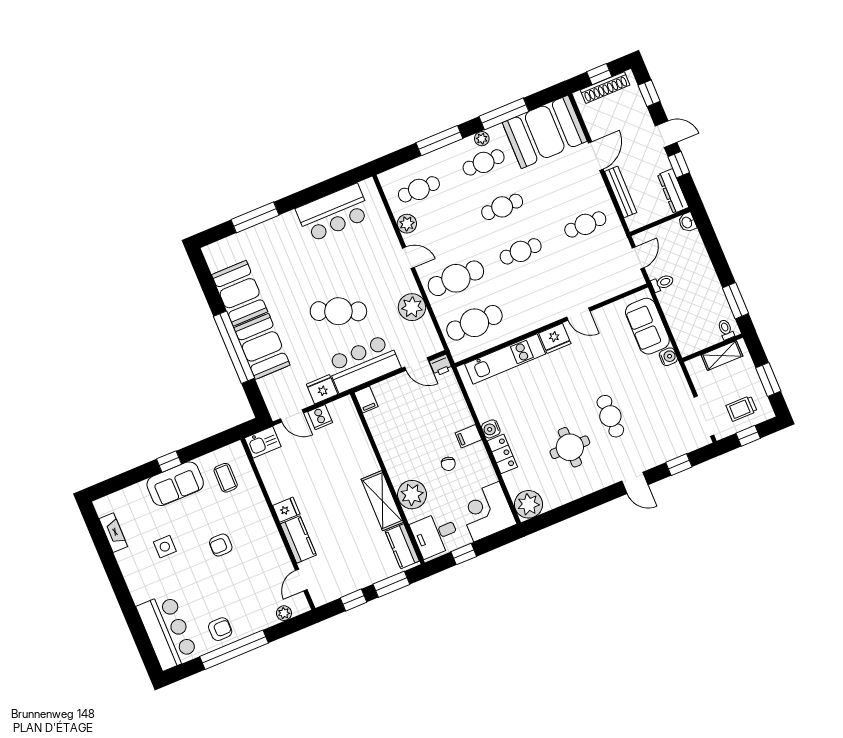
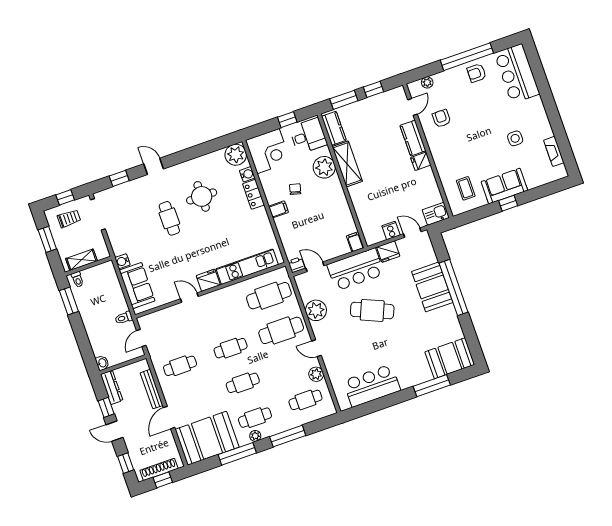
booth: (240, 293) -> (450, 358), moved, turned 90
water cooler: (491, 429) -> (247, 174), moved
armchair: (221, 545) -> (441, 118), moved, turned -90

